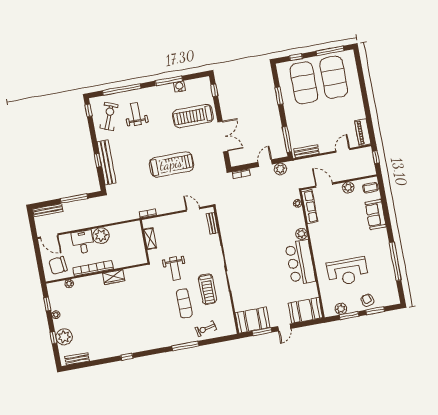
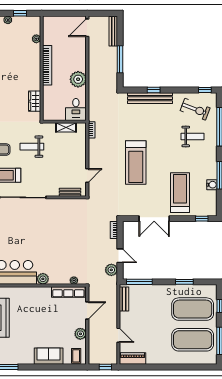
desk: (83, 242) -> (76, 109), moved, turned 90
chair: (58, 265) -> (56, 31), removed
wardrobe: (114, 277) -> (35, 101), moved

